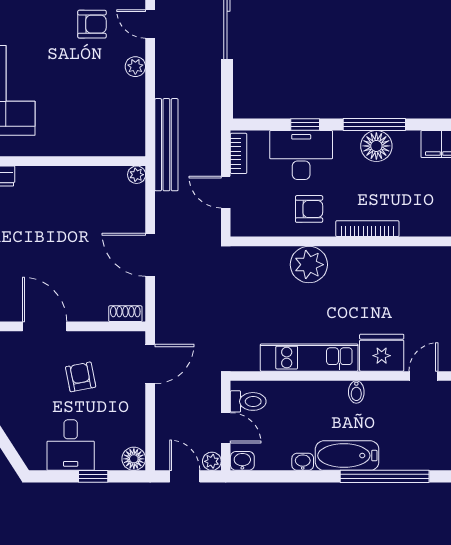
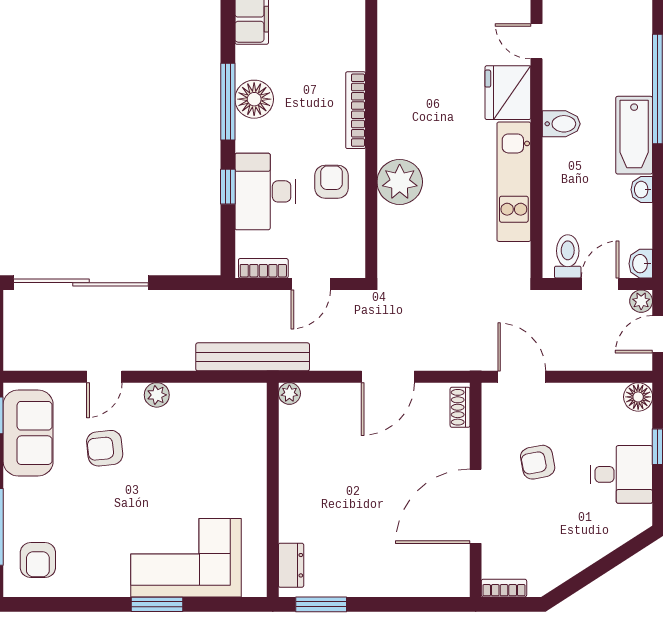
armchair: (92, 24) -> (105, 448), turned -96
door: (45, 326) -> (476, 506), width x1.36
bidet: (356, 392) -> (561, 124), width x1.38, depth x1.36

